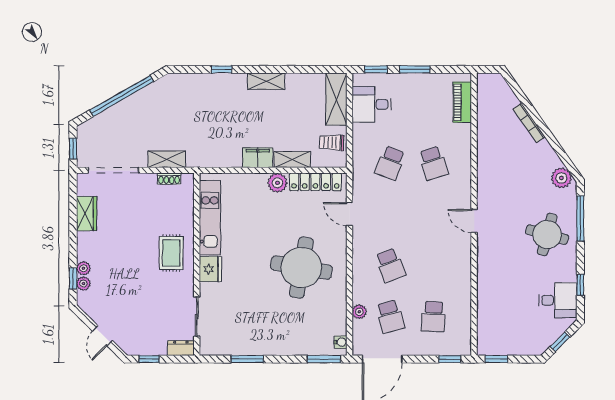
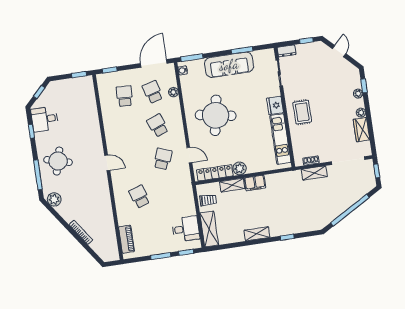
school desk: (390, 163) -> (163, 159), moved
plant: (83, 284) -> (361, 113), moved
sofa: (270, 340) -> (229, 65), added

